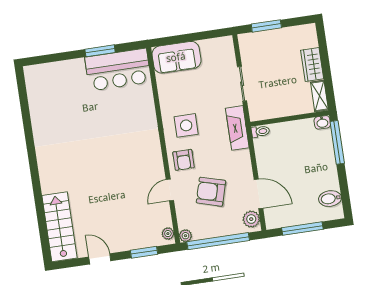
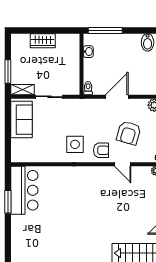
sofa: (176, 57) -> (22, 120), moved
shelving: (319, 96) -> (23, 90), moved
washbasin: (322, 122) -> (88, 52), moved
fireplace: (237, 128) -> (83, 105), removed
door: (258, 194) -> (117, 97), moved

